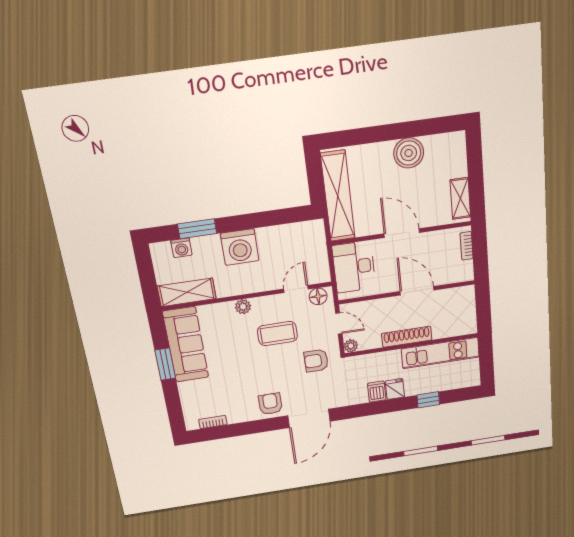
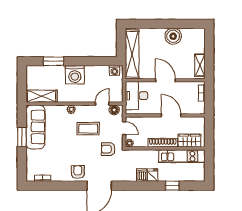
washing machine: (181, 248) -> (114, 70), moved
wardrobe: (451, 327) -> (189, 141), added

